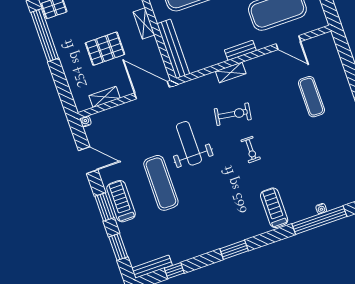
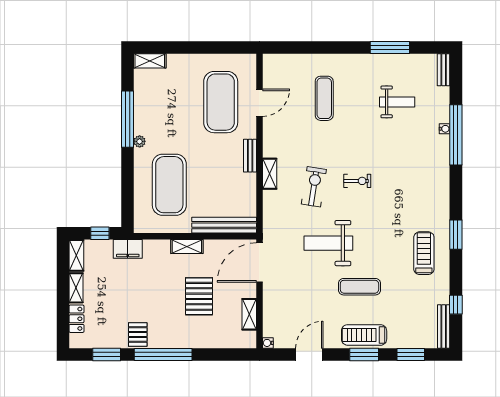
exercise mat: (311, 97) -> (324, 98), turned 90
weight bench: (330, 160) -> (397, 102), added
exercise mat: (161, 183) -> (359, 287), width x0.73, depth x0.69
treadmill: (274, 208) -> (424, 253), moved, turned 90

